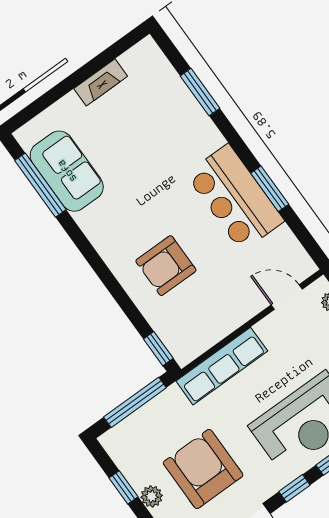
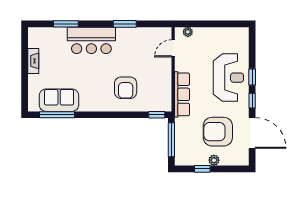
bar counter: (235, 198) -> (91, 40), moved

